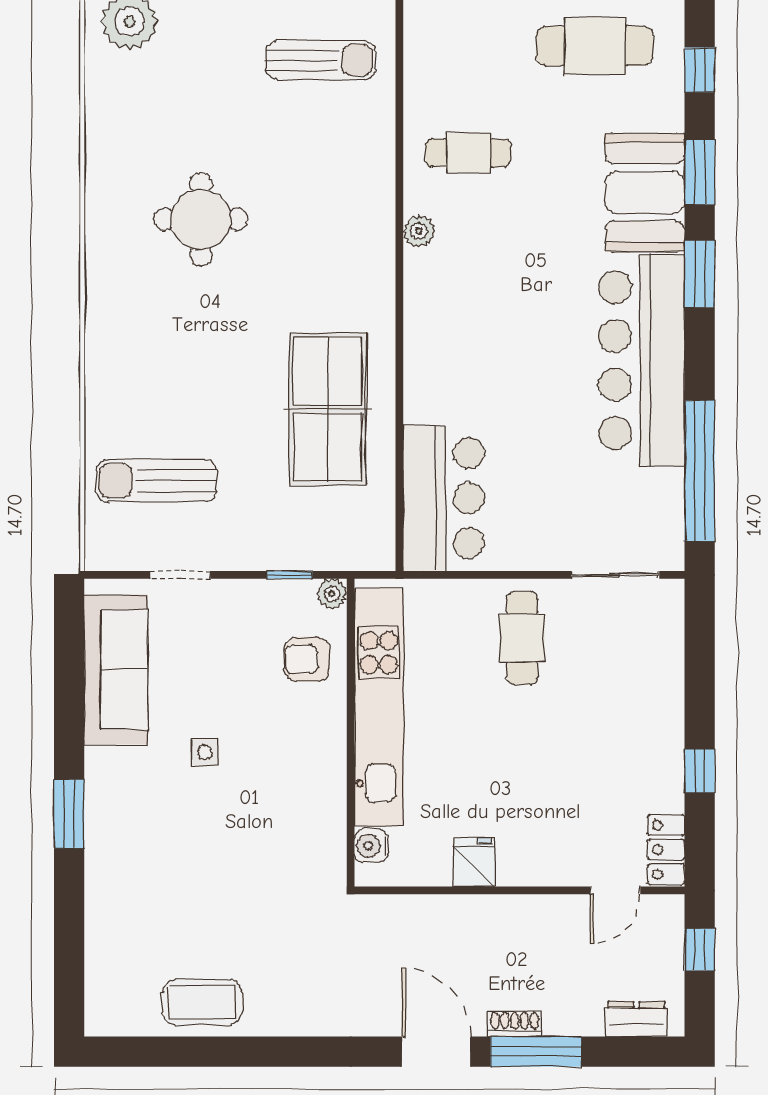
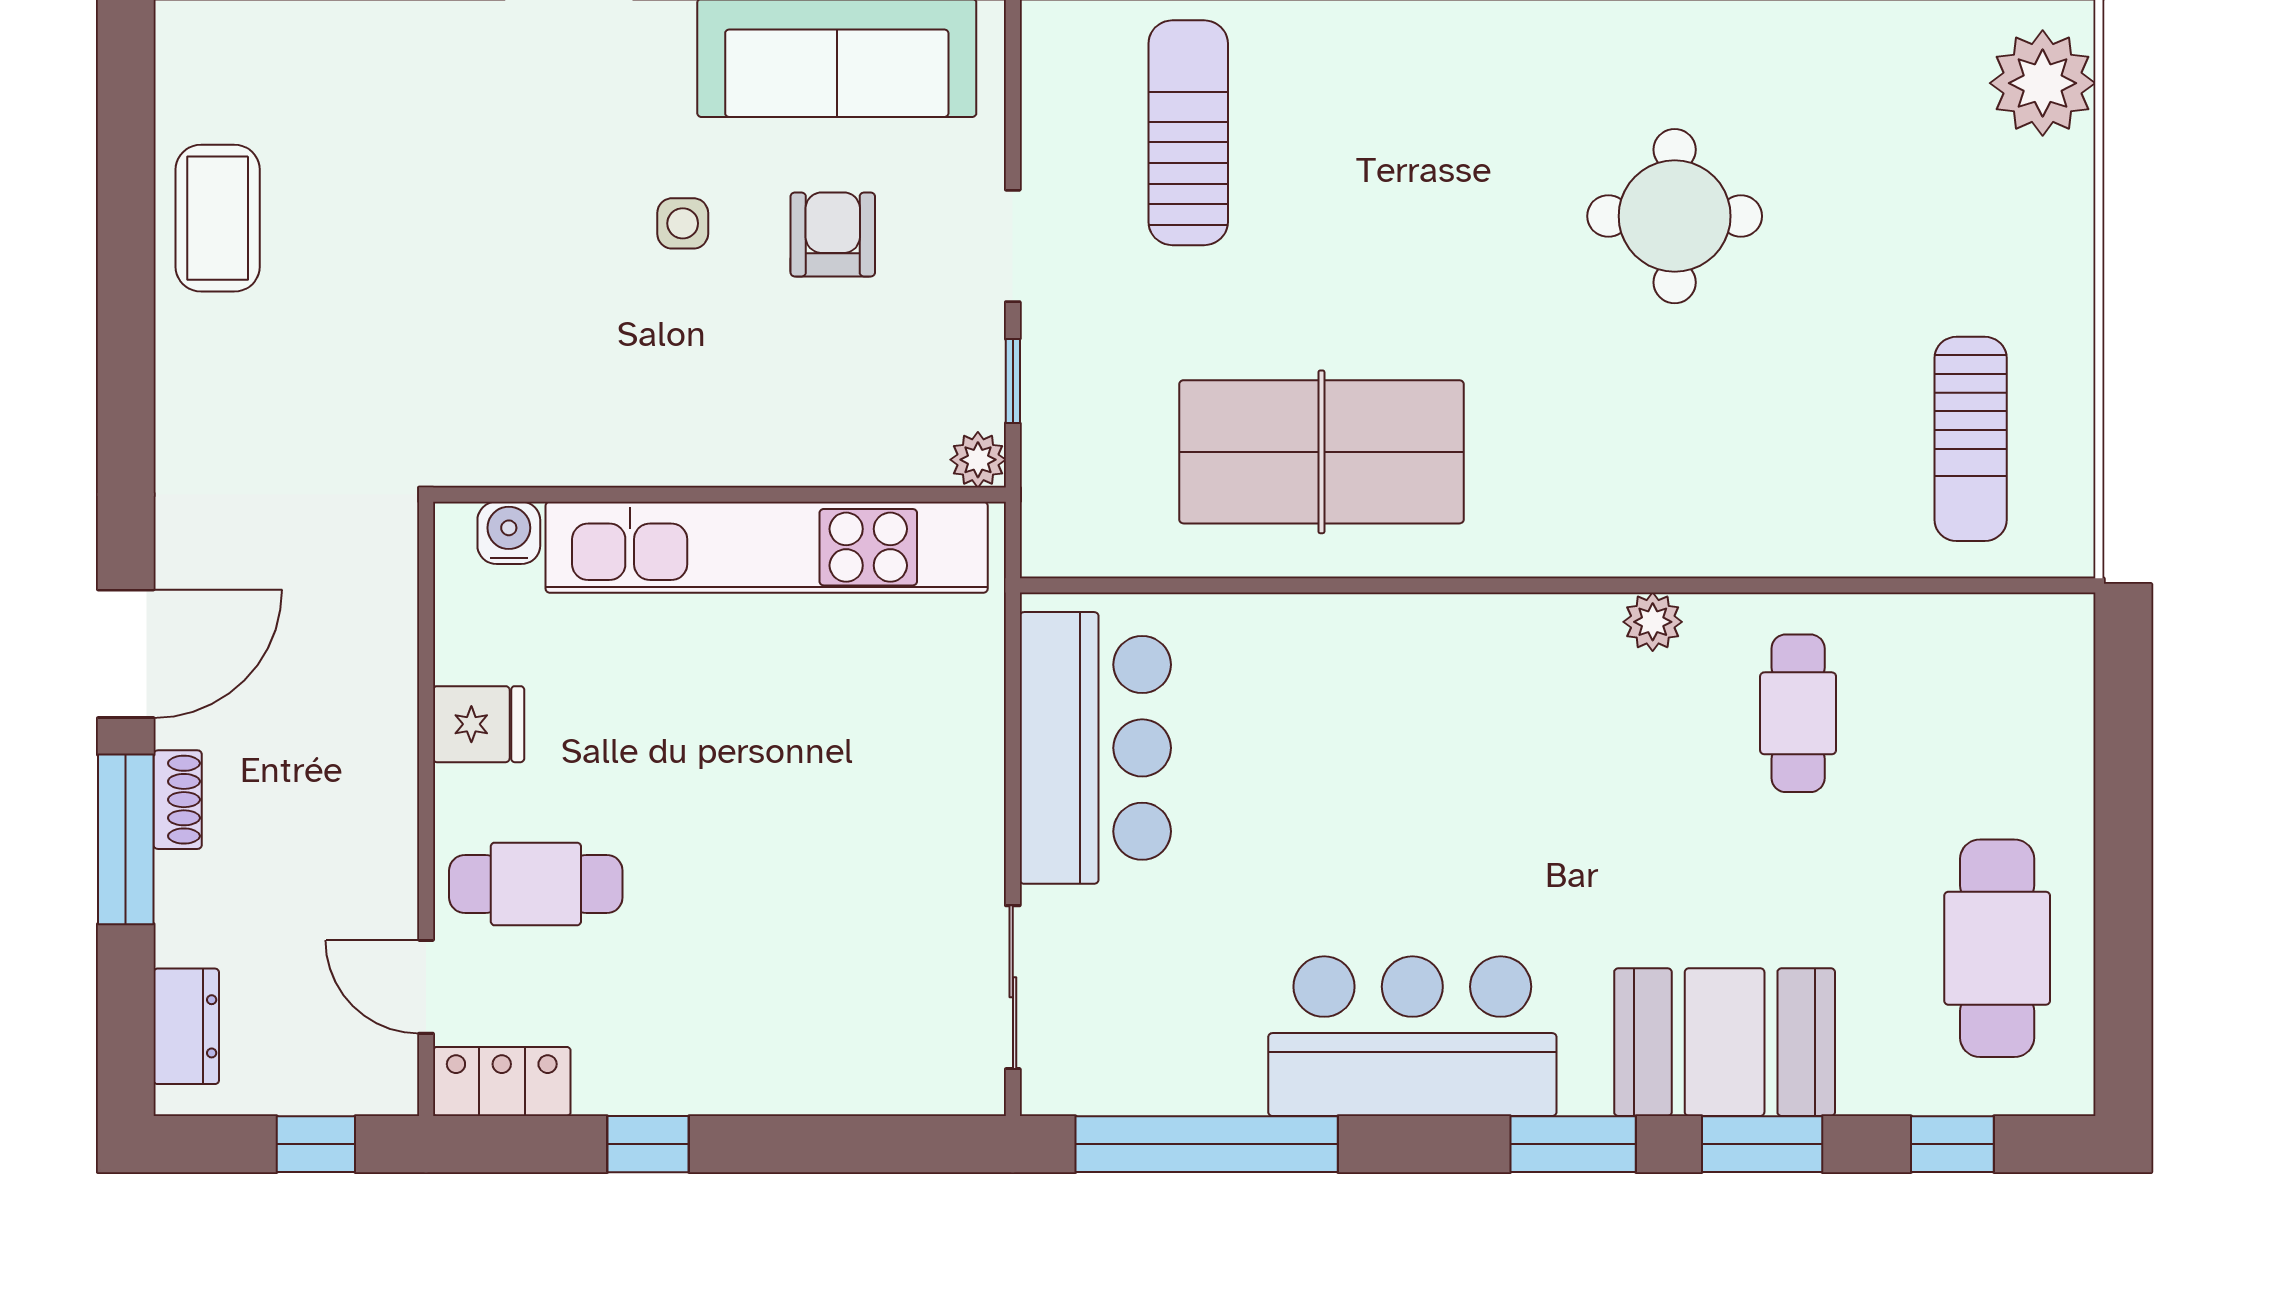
bar counter: (642, 360) -> (1412, 1036), width x0.73
bar counter: (444, 498) -> (1095, 748), moved, turned -90
doorway: (180, 575) -> (1013, 246), moved
cafe table: (522, 638) -> (536, 884), moved
armchair: (307, 659) -> (833, 234), moved

